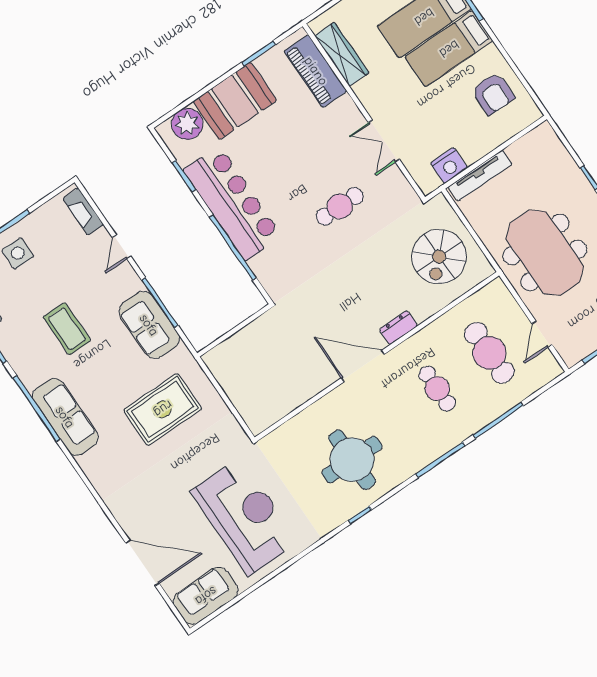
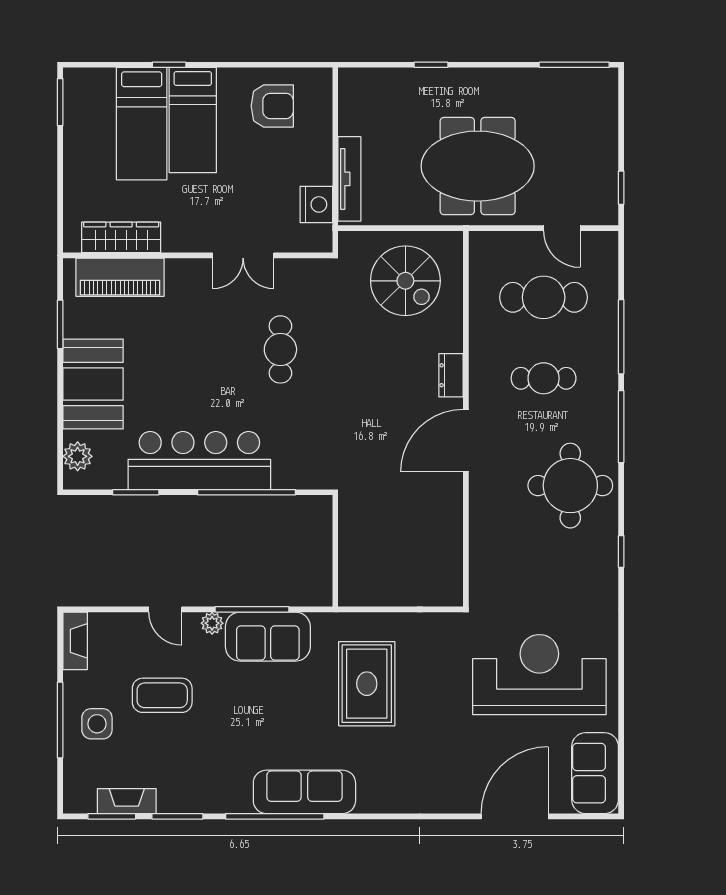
plant: (187, 124) -> (78, 456), width x0.73, depth x0.73
fireplace: (83, 212) -> (75, 641), moved, turned -90
plant: (133, 283) -> (212, 623), added
coffee table: (67, 329) -> (162, 695), moved
round table: (352, 460) -> (570, 486), moved

